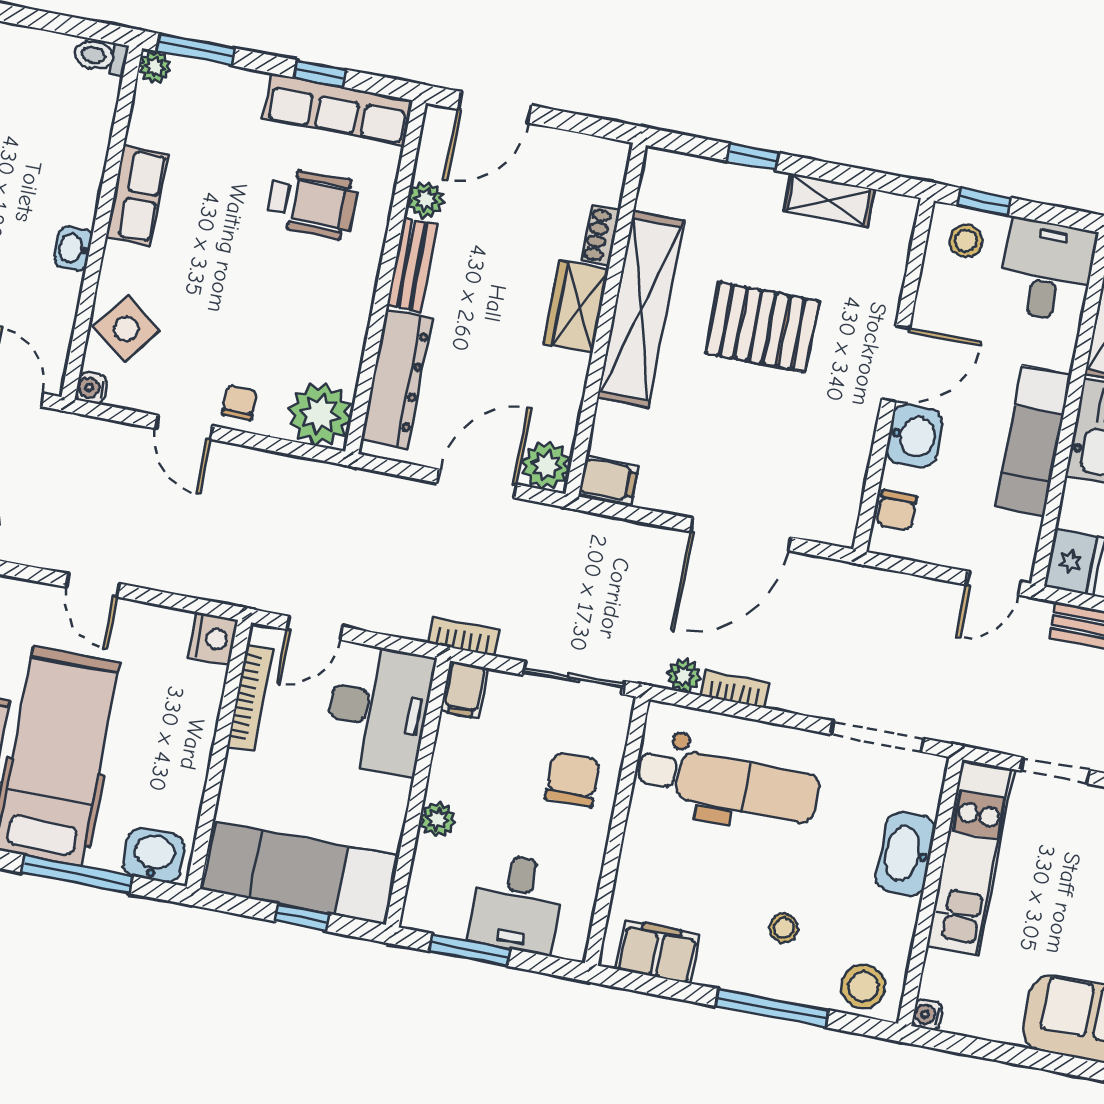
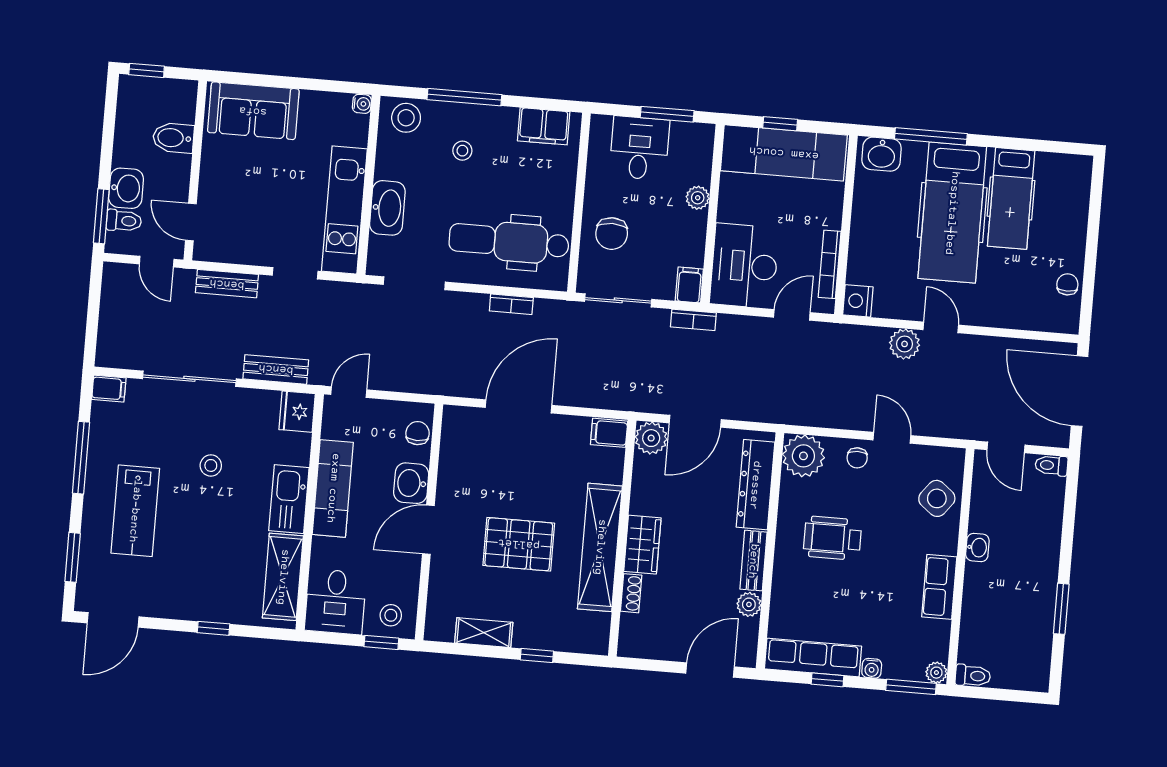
wheelchair: (312, 203) -> (832, 538), moved
water cooler: (91, 388) -> (872, 668), moved, turned 90
plant: (684, 675) -> (905, 344), moved, width x1.38, depth x1.38

